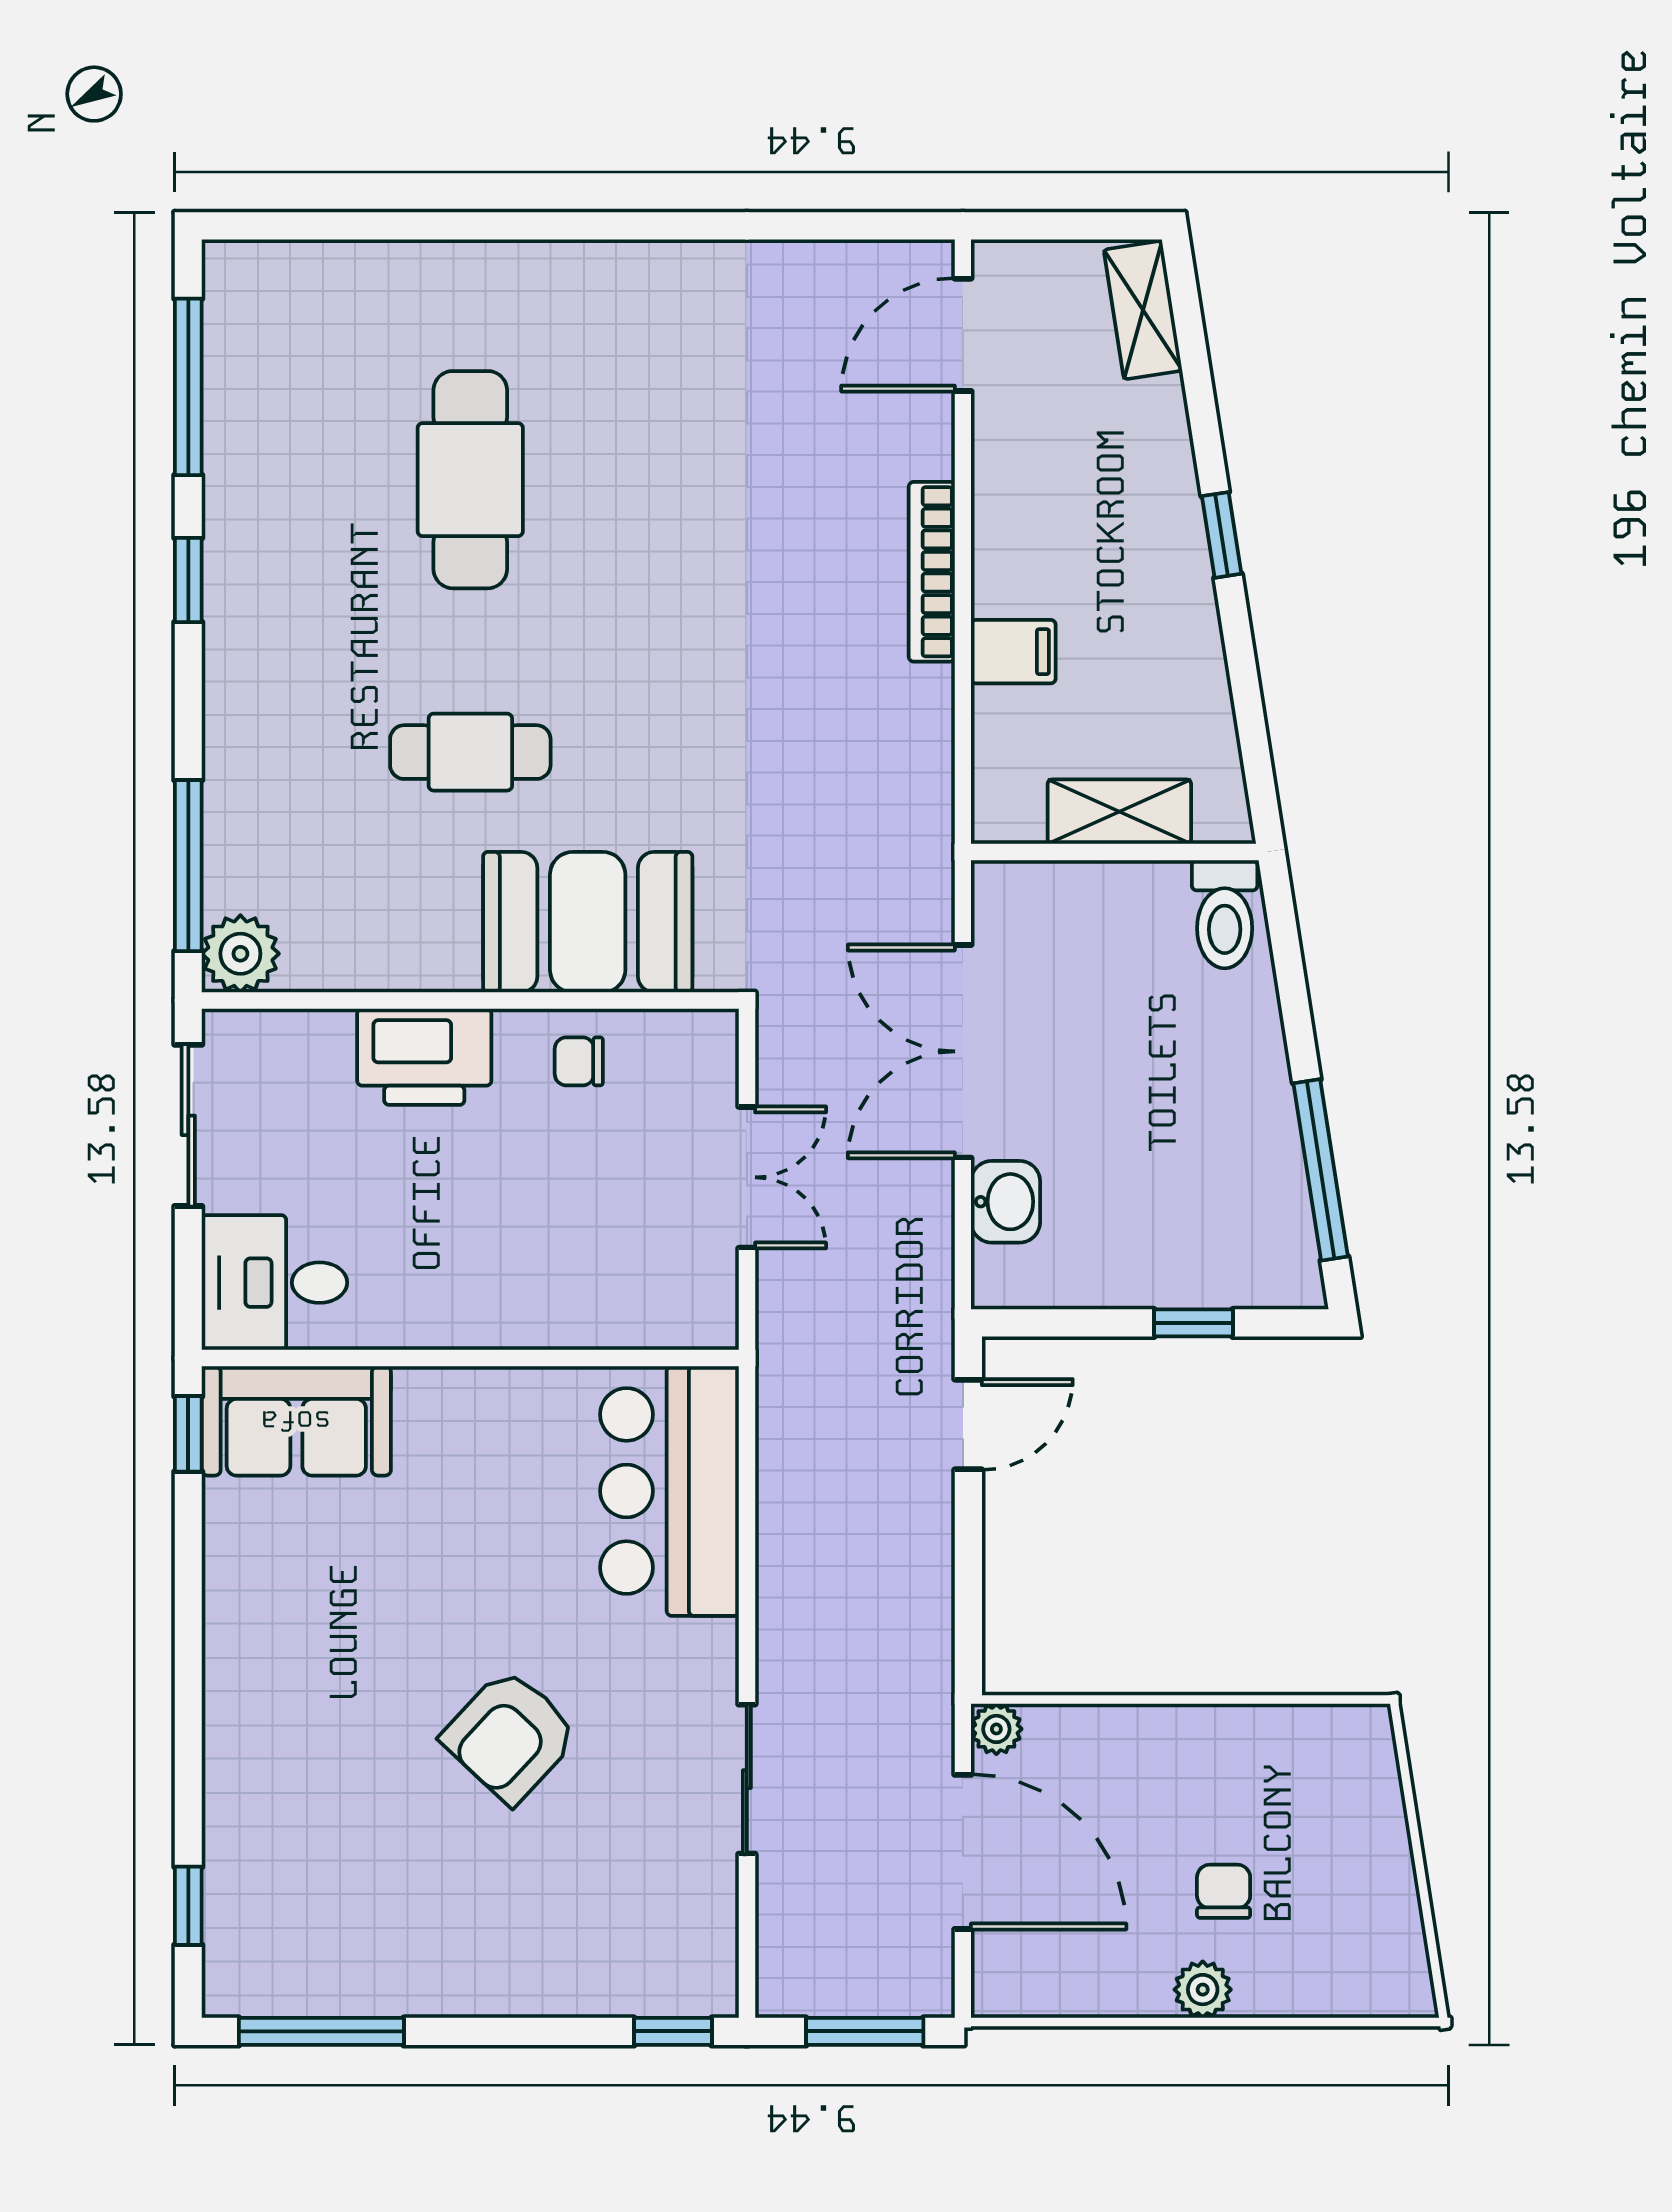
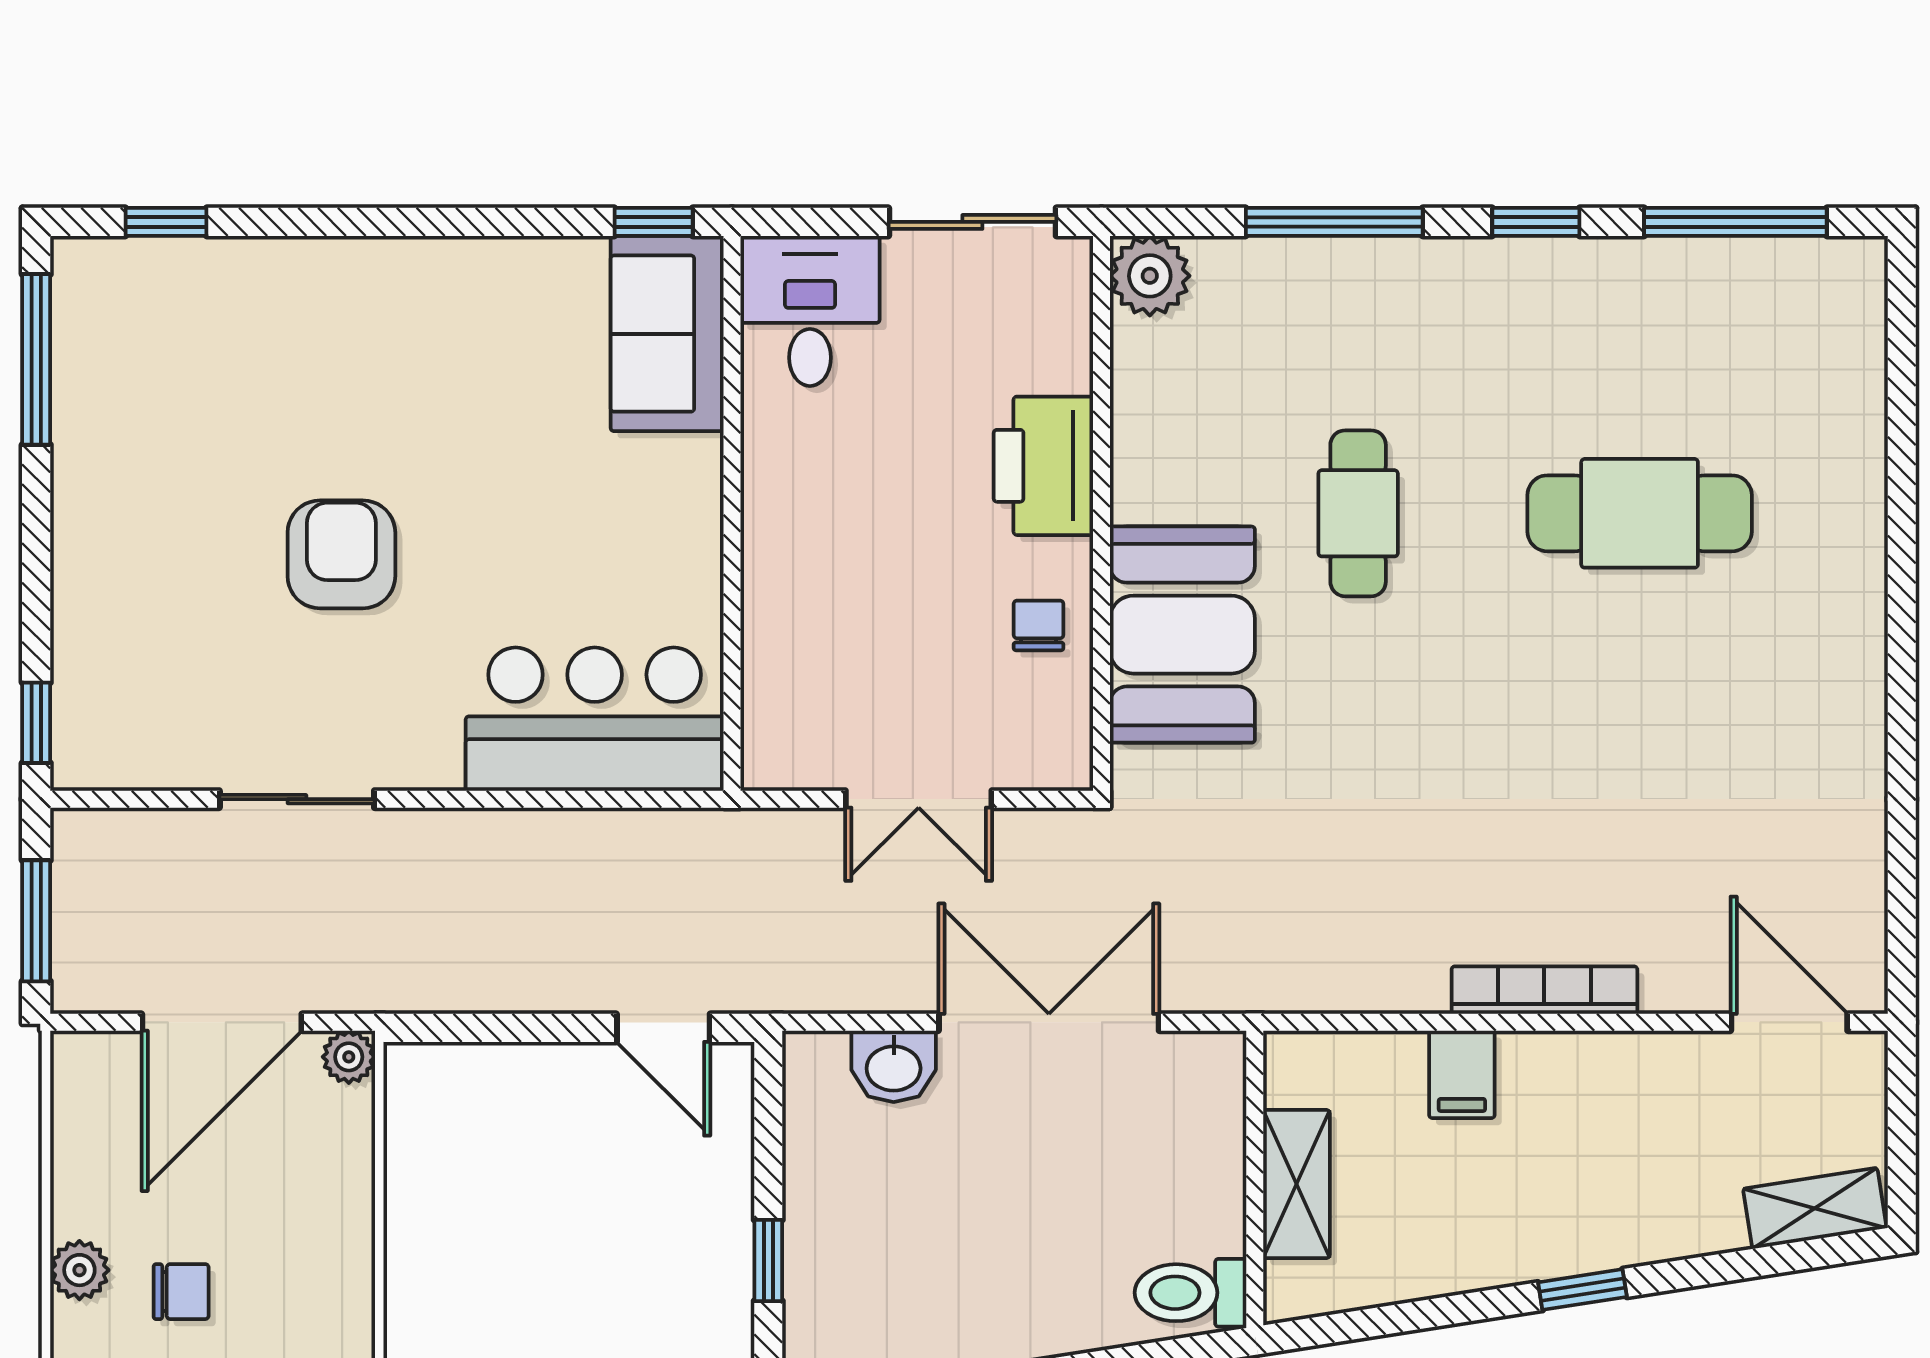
window: (188, 866) -> (1334, 222), moved
armchair: (510, 1736) -> (341, 554), turned 47

